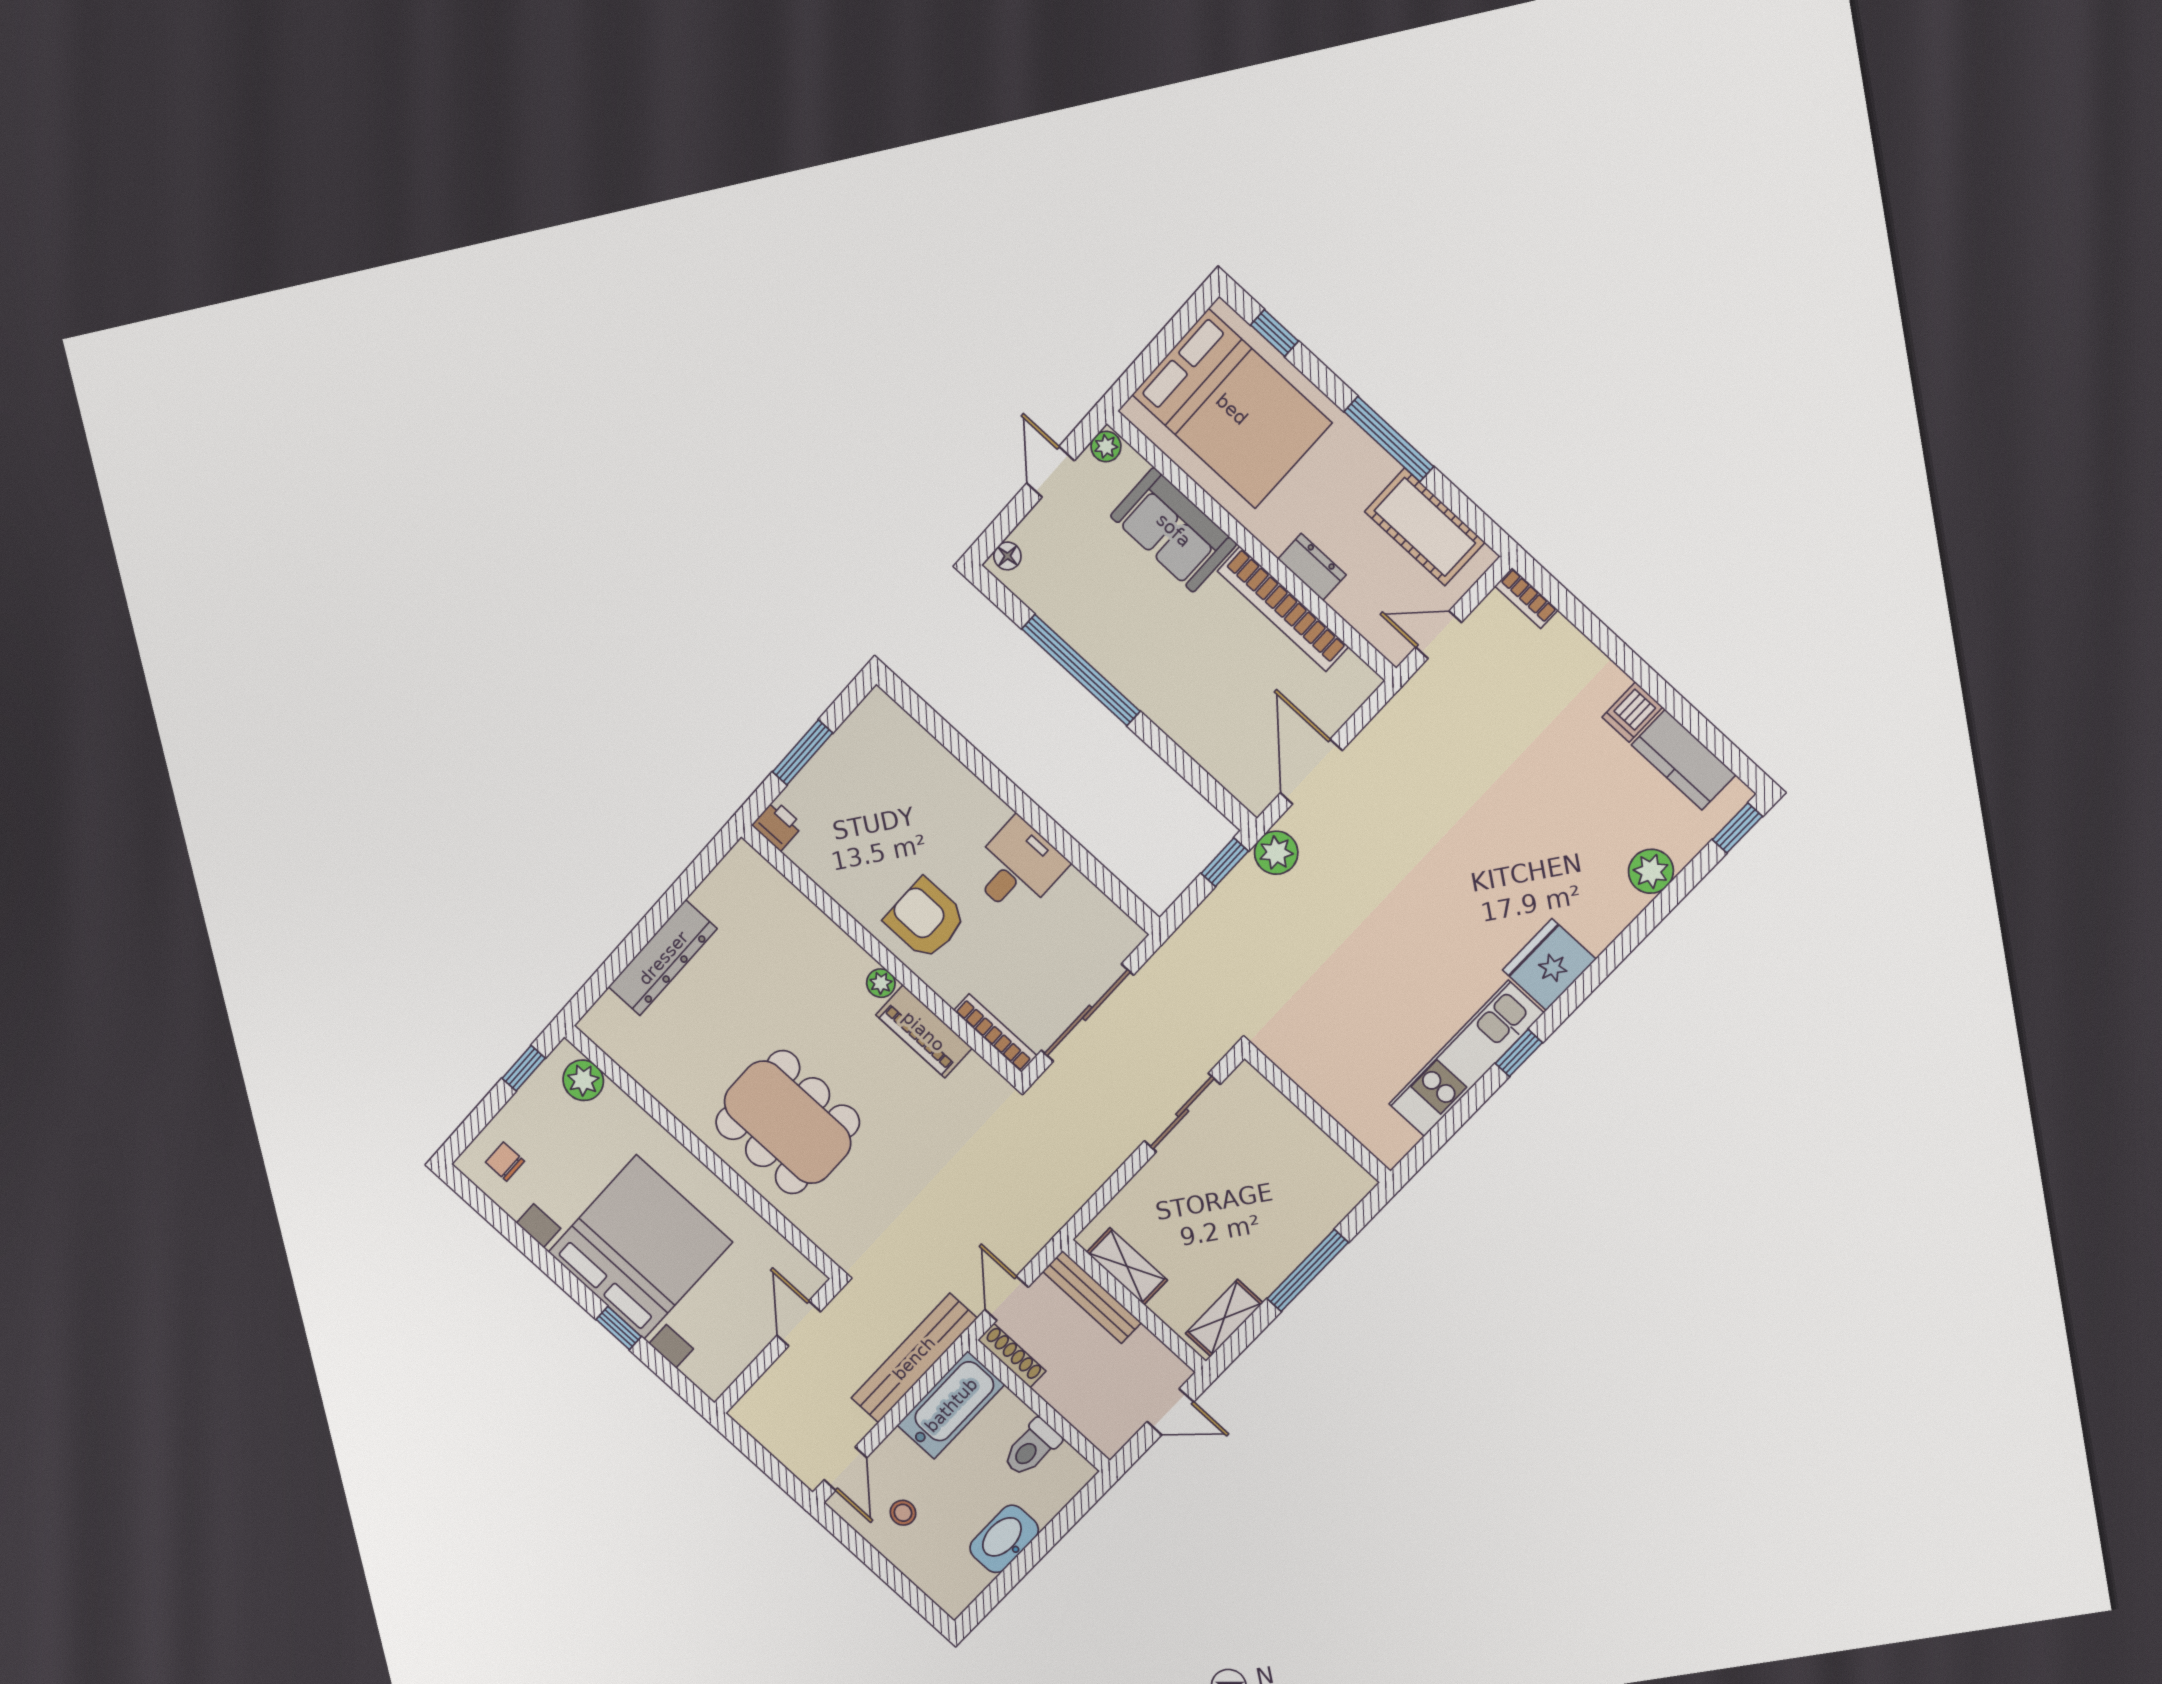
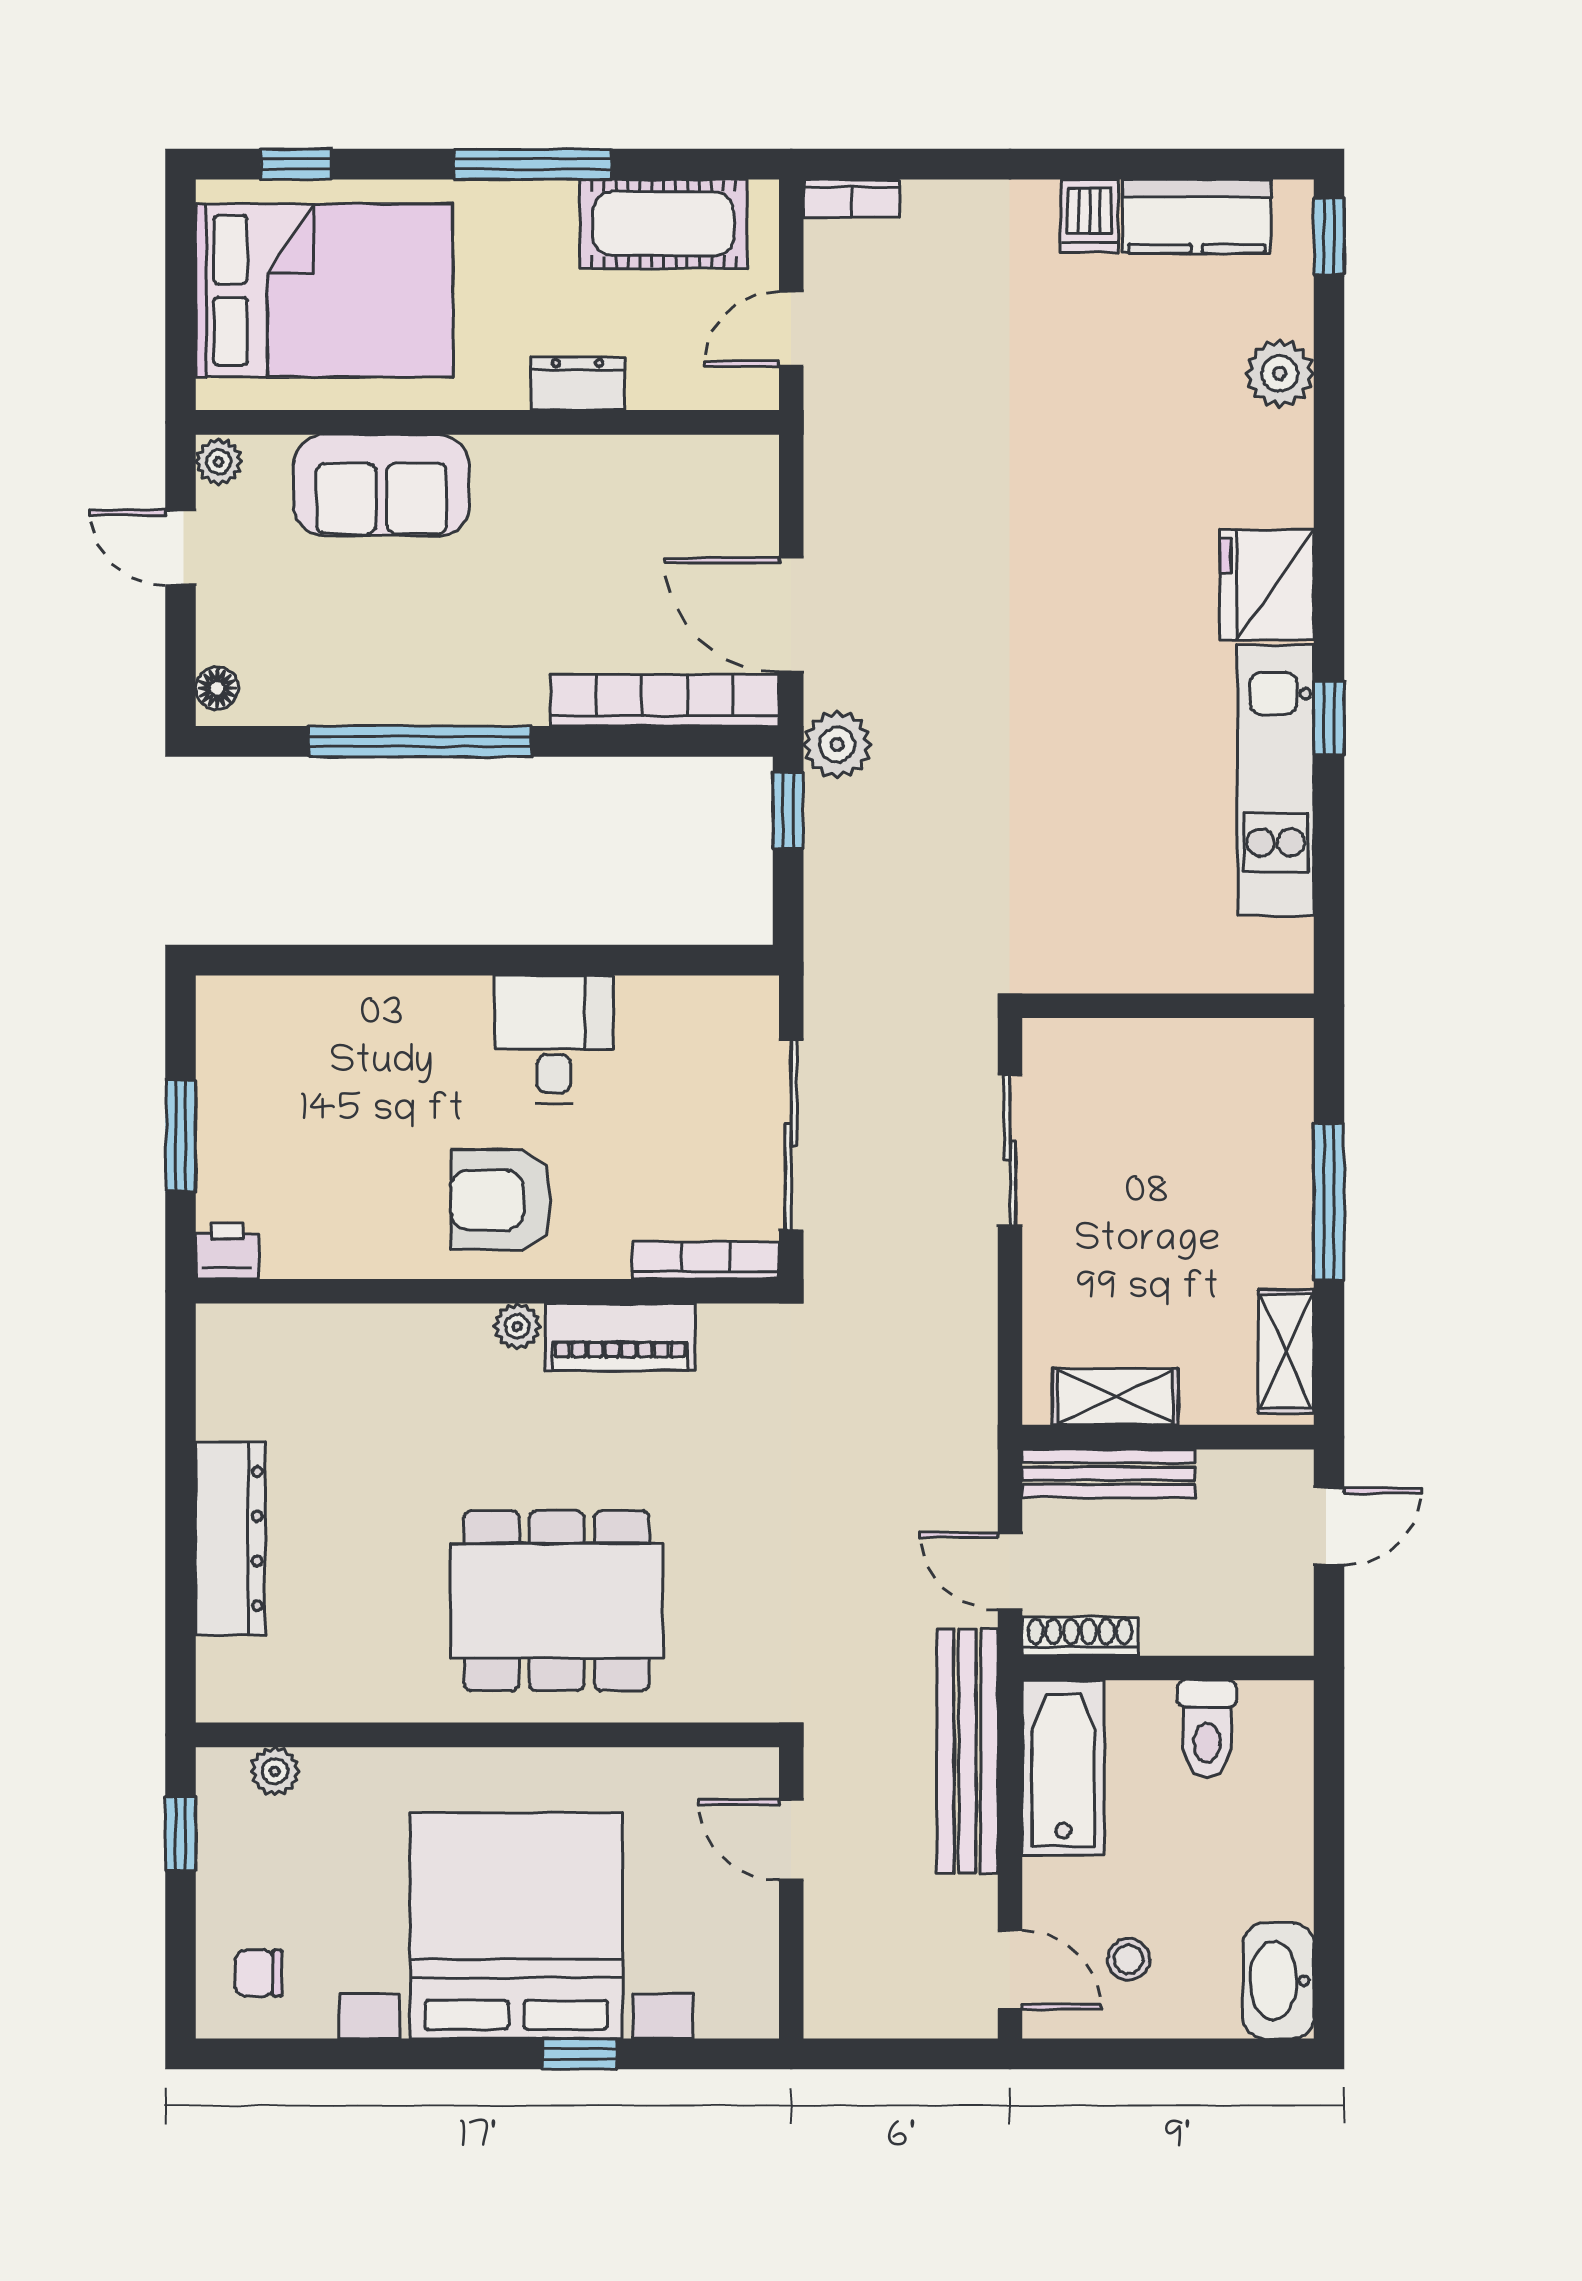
bookcase: (1283, 609) -> (665, 700), moved, turned 180
plant: (583, 1080) -> (275, 1771), width x0.73, depth x0.73
washbasin: (1004, 1539) -> (1278, 1981), moved

